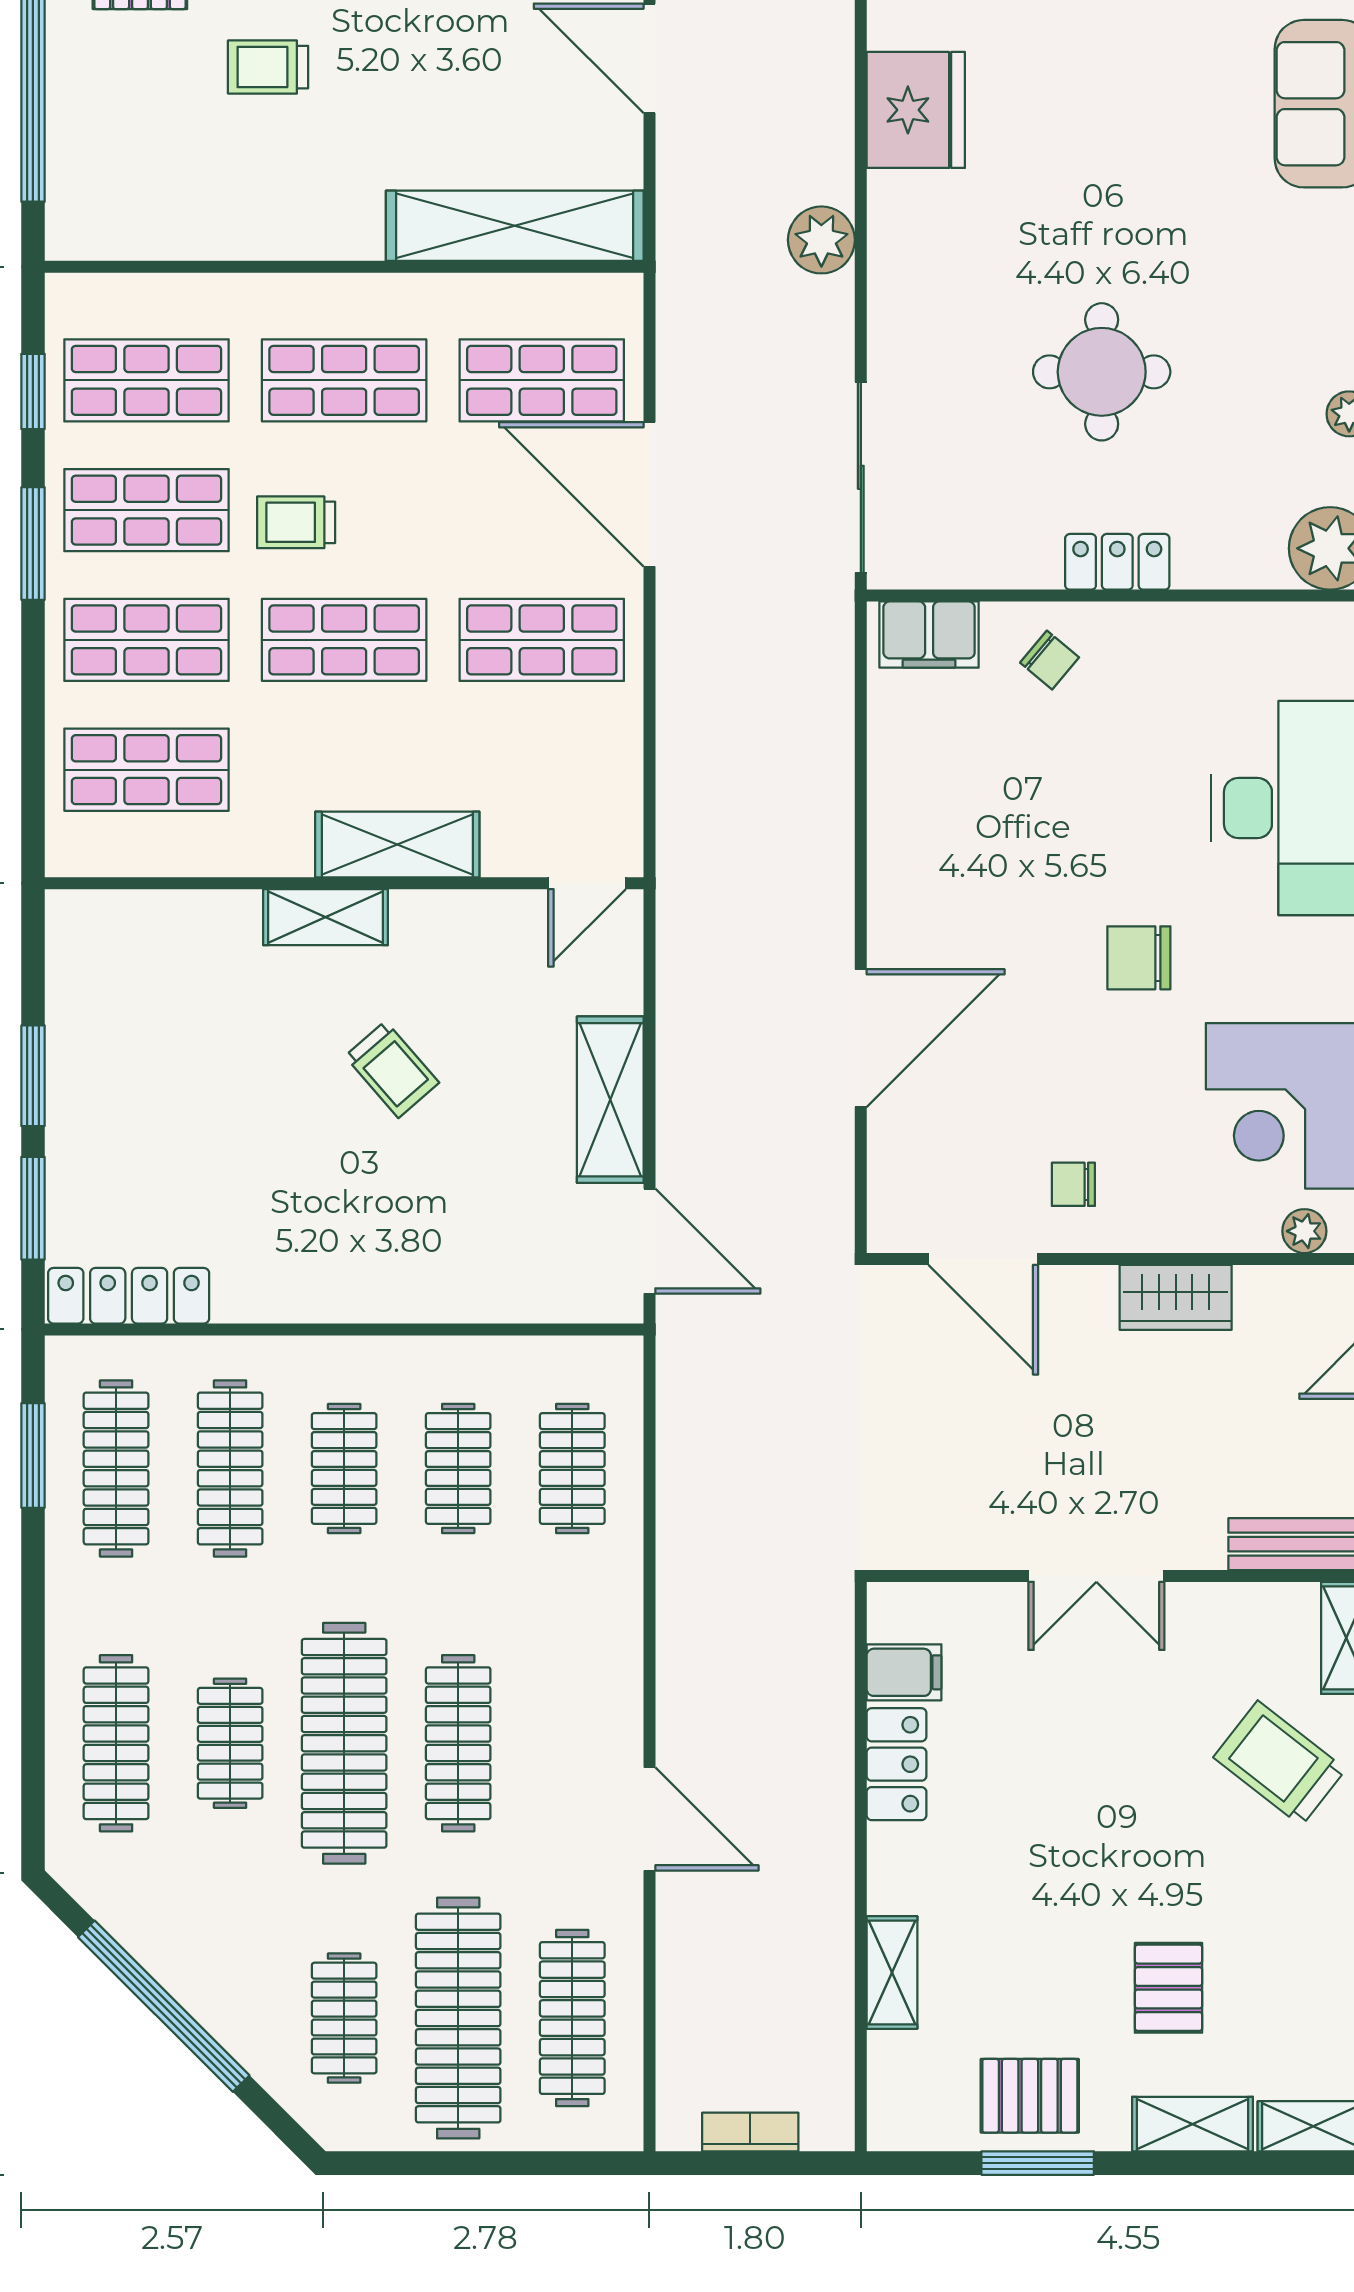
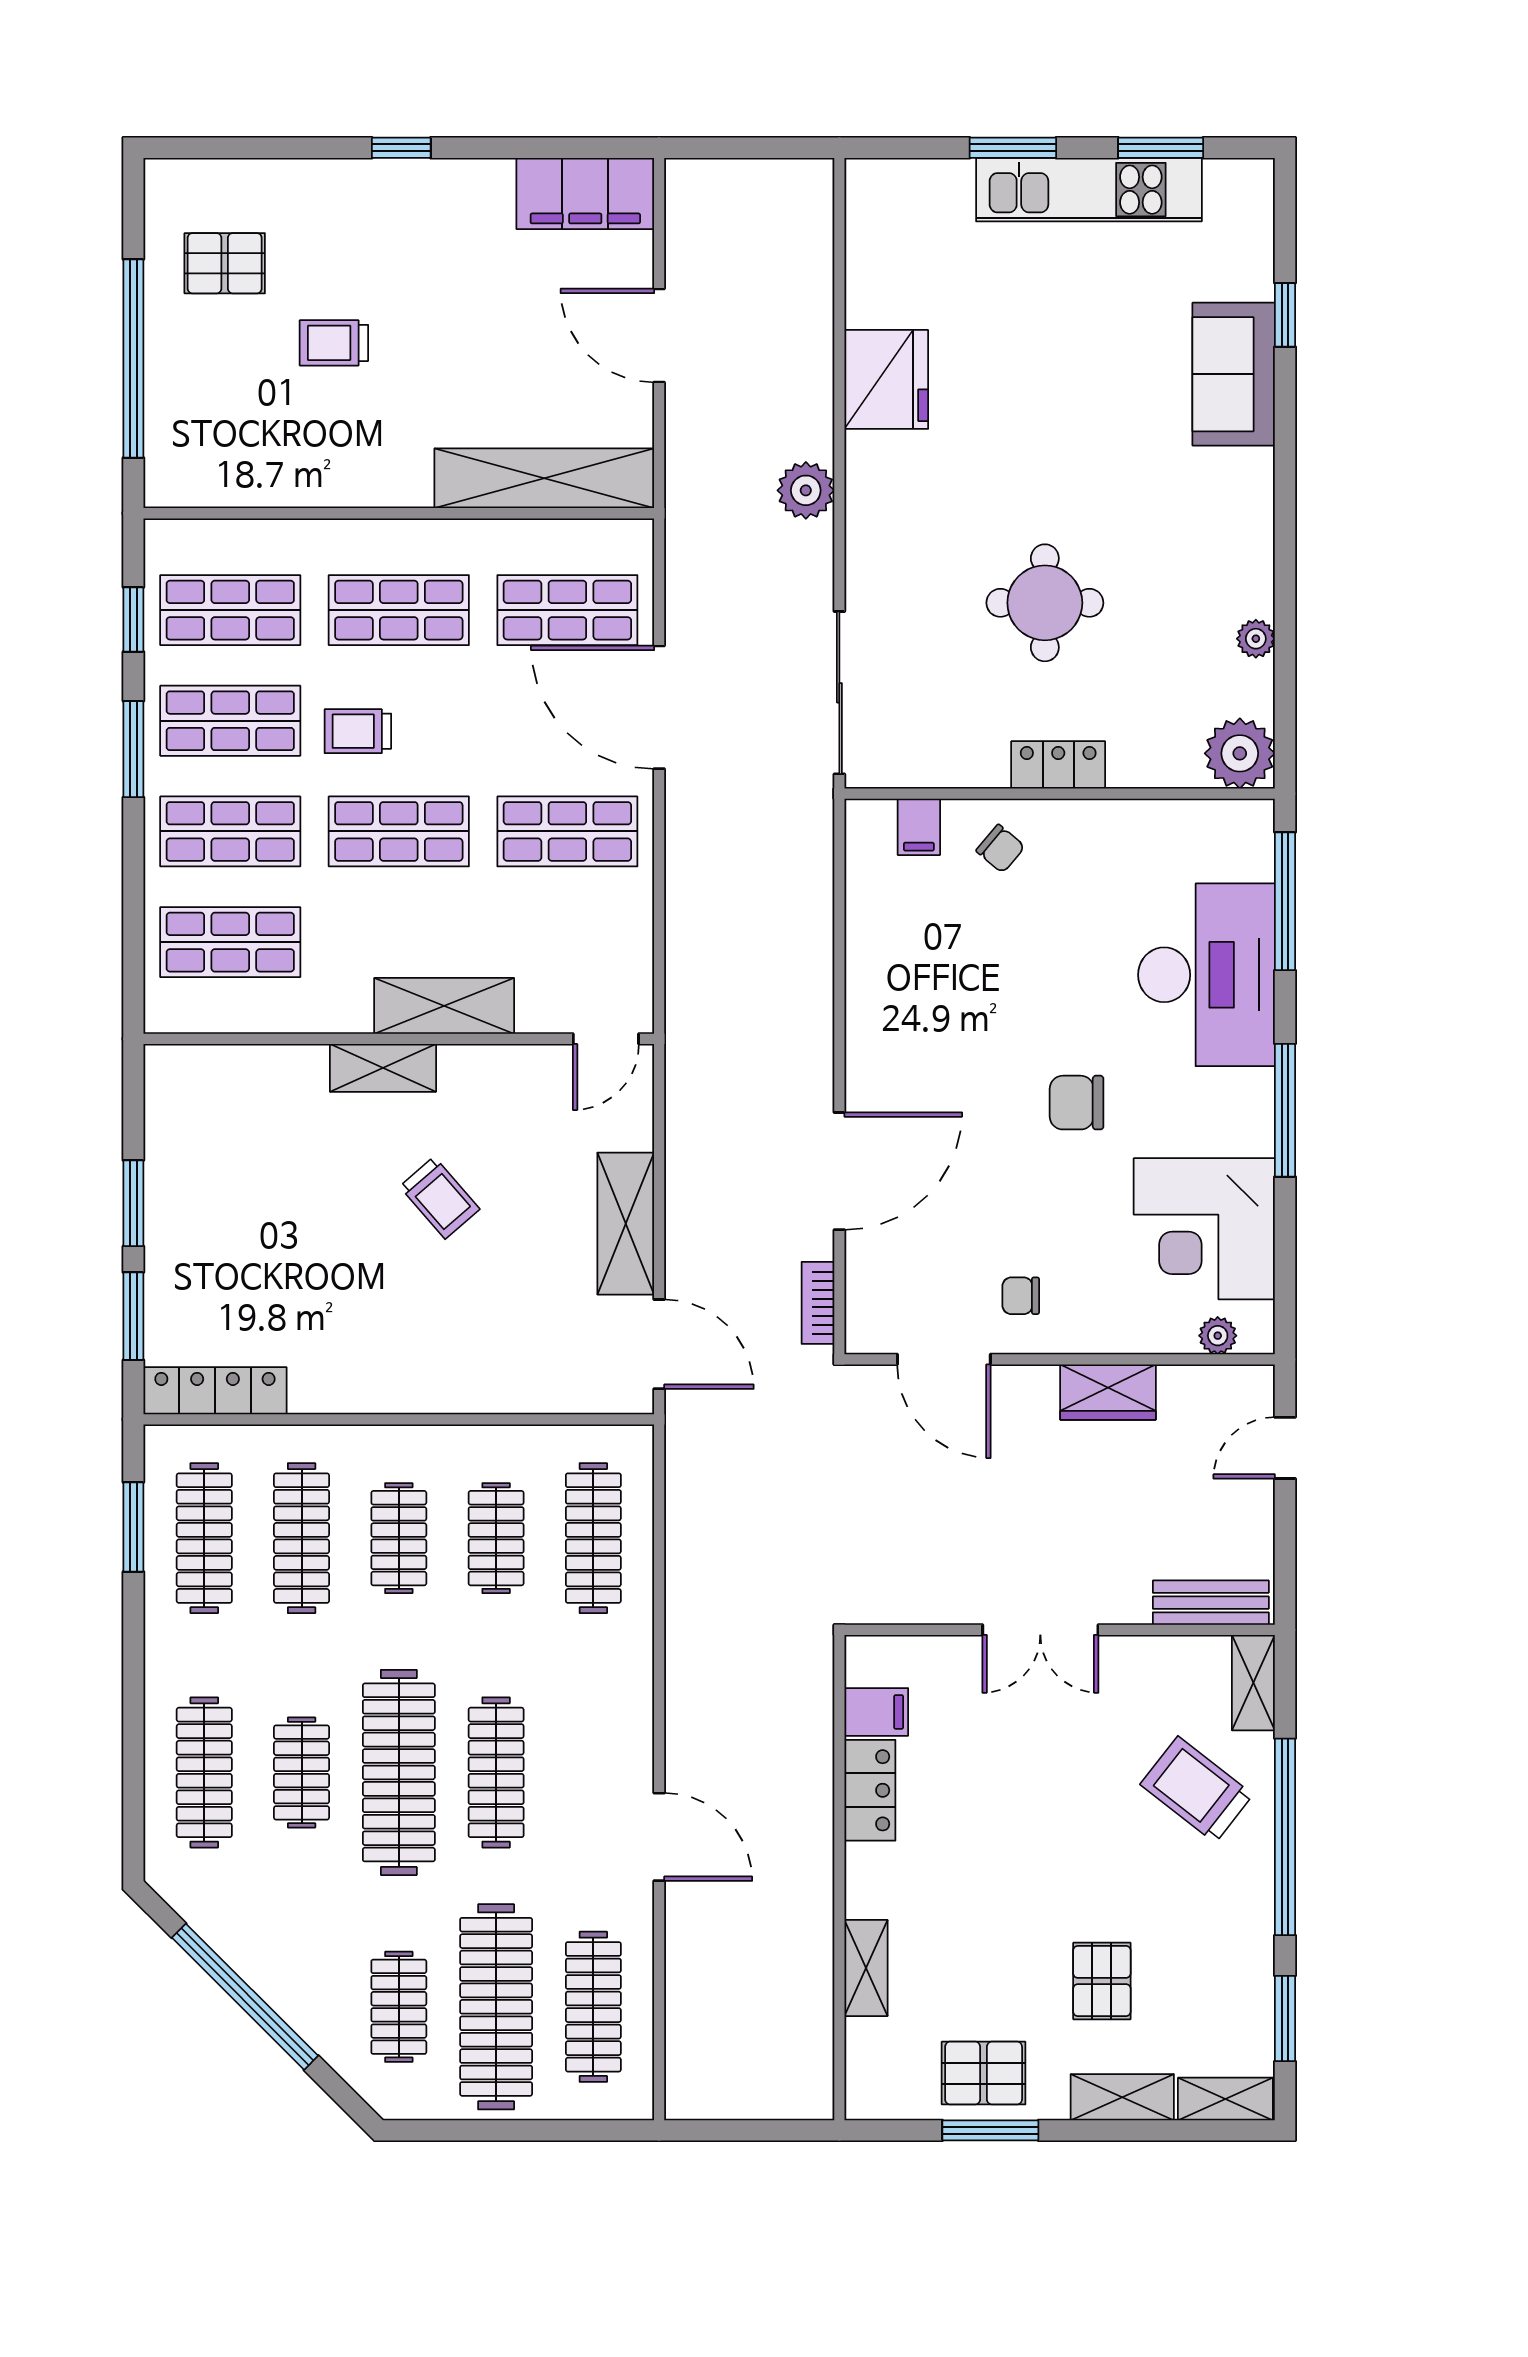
filing cabinet: (929, 635) -> (919, 827), width x0.50
clothes rail: (572, 1468) -> (593, 1538), width x1.36
bookcase: (750, 2132) -> (818, 1303), moved, turned -90

